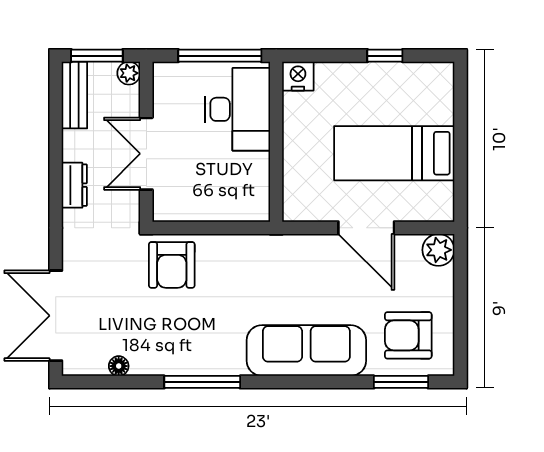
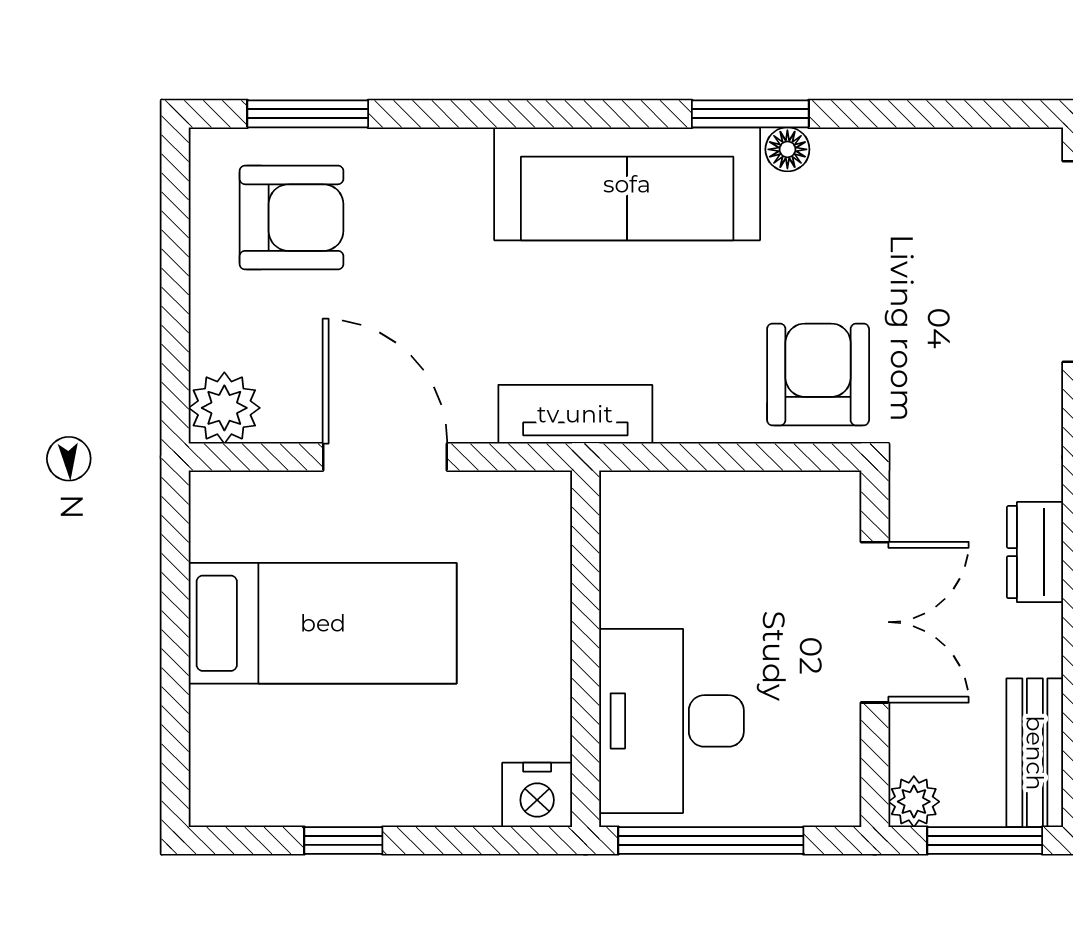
tv unit: (281, 247) -> (575, 414), added
sofa: (306, 351) -> (627, 184), moved
floor lamp: (119, 366) -> (787, 149), moved
window: (202, 382) -> (750, 114), width x0.69

